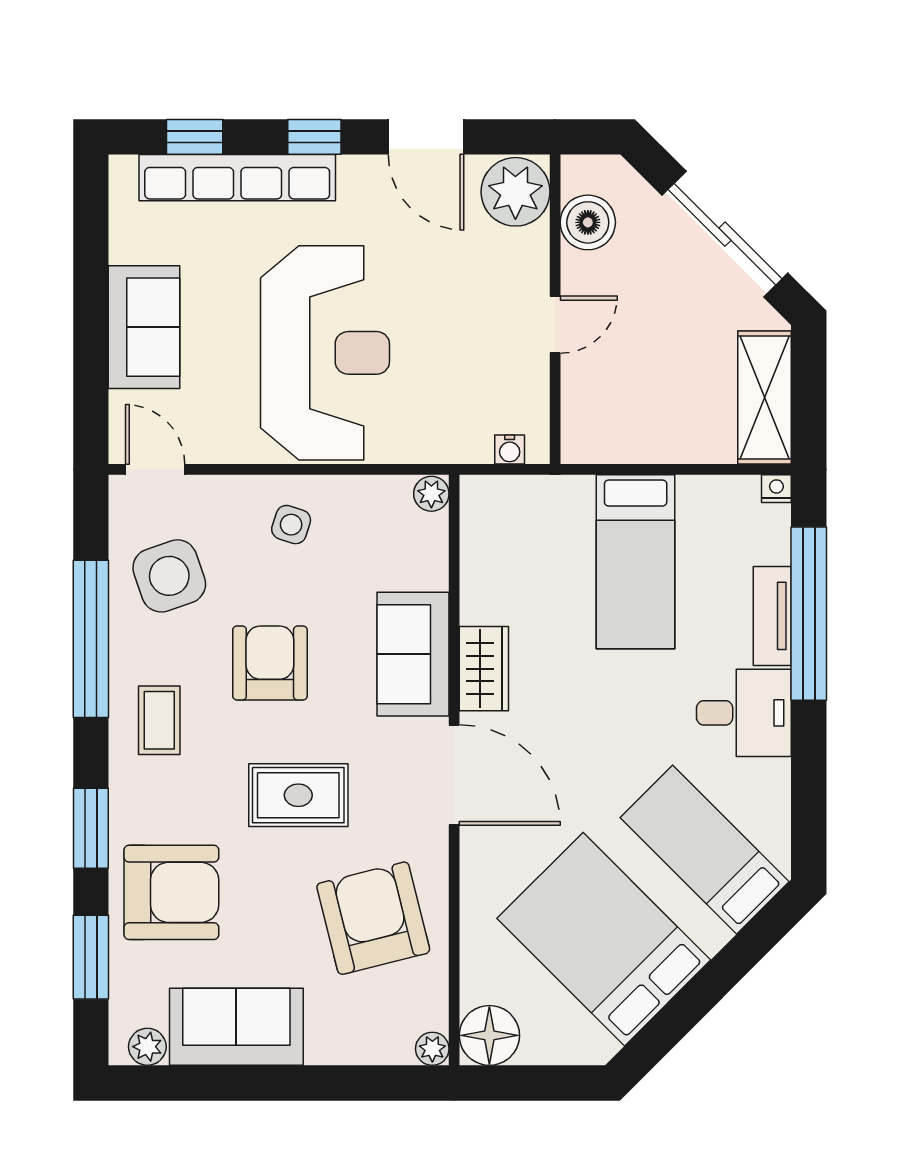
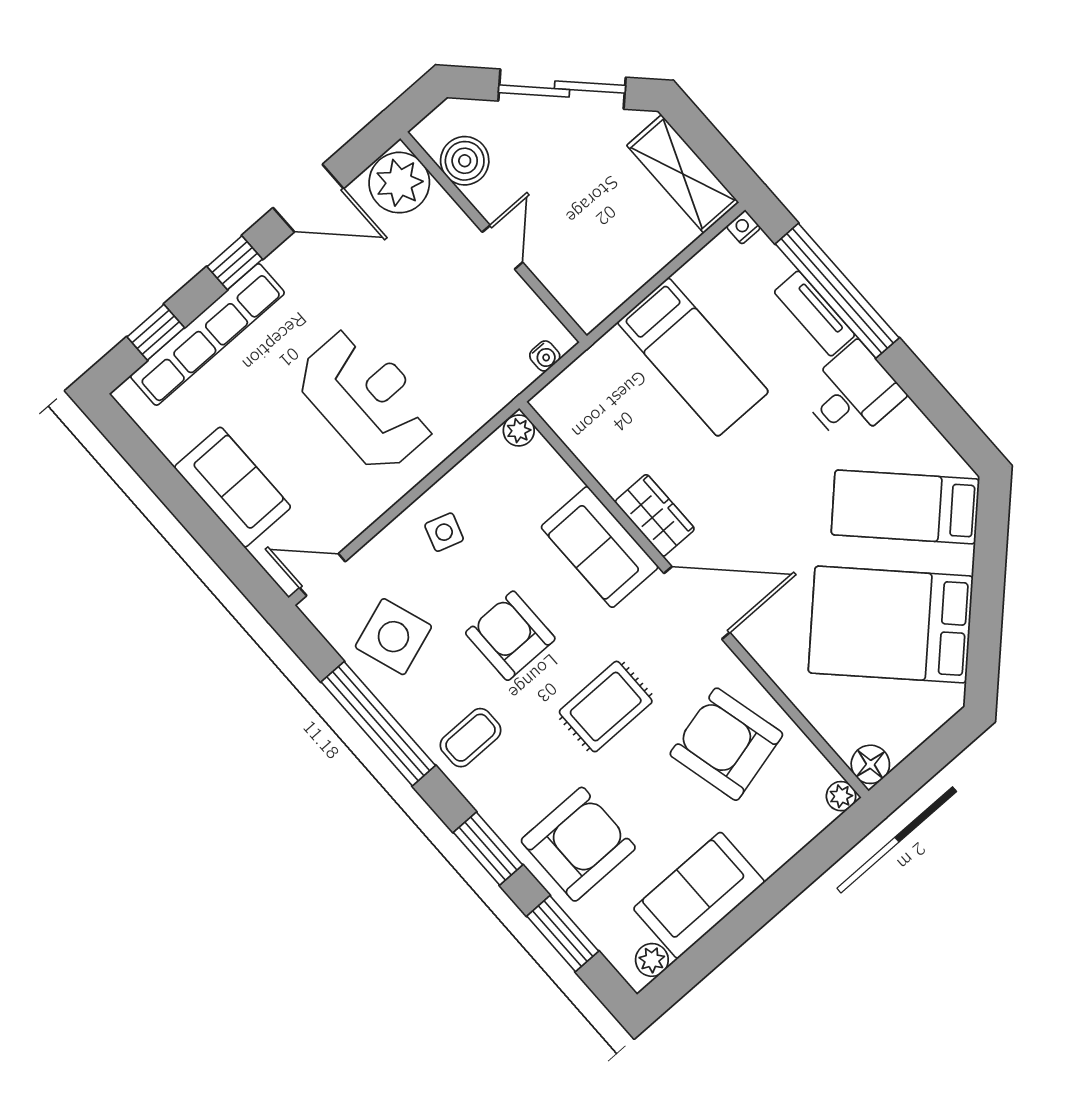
reception desk: (325, 353) -> (367, 399), width x0.74, depth x0.77
coffee table: (159, 720) -> (471, 738), turned 90
floor lamp: (489, 1035) -> (870, 764), width x0.73, depth x0.73

